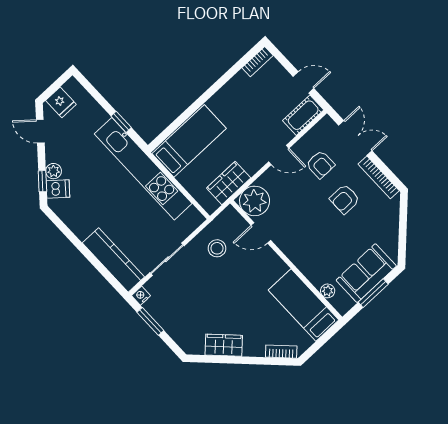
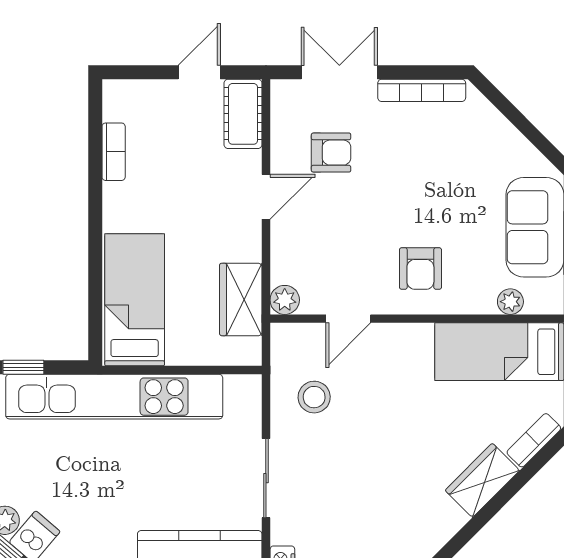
bookcase: (258, 62) -> (114, 152), moved
armchair: (345, 199) -> (420, 269), moved
plant: (255, 201) -> (285, 300), width x0.53, depth x0.53
wardrobe: (224, 345) -> (482, 480), moved

